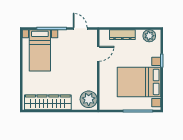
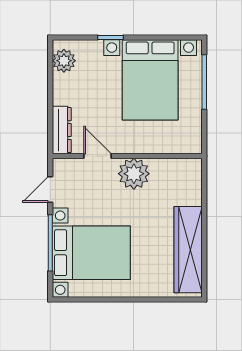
dresser: (122, 35) -> (62, 130), moved
bed with nightstands: (40, 50) -> (91, 253), width x1.36
plant: (89, 99) -> (134, 174), moved

